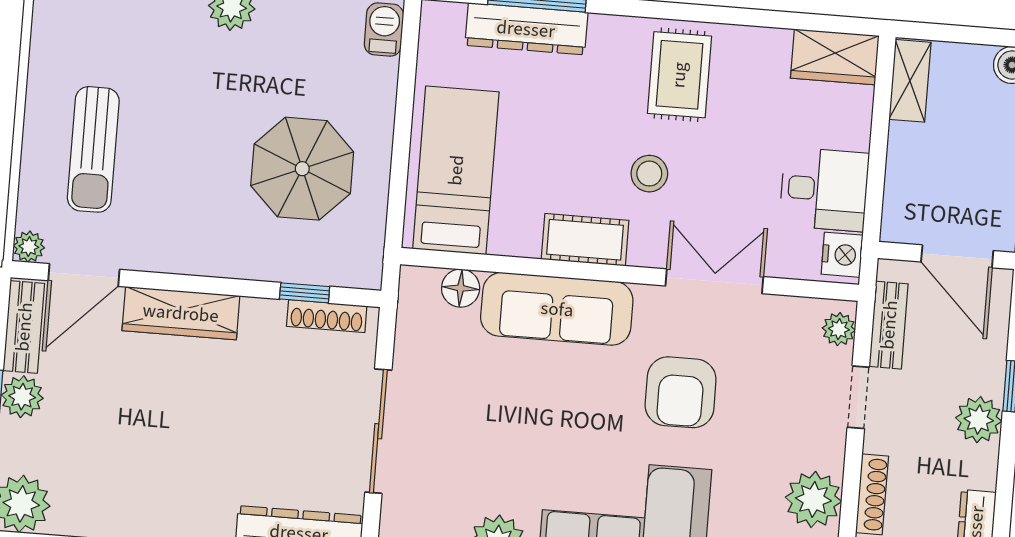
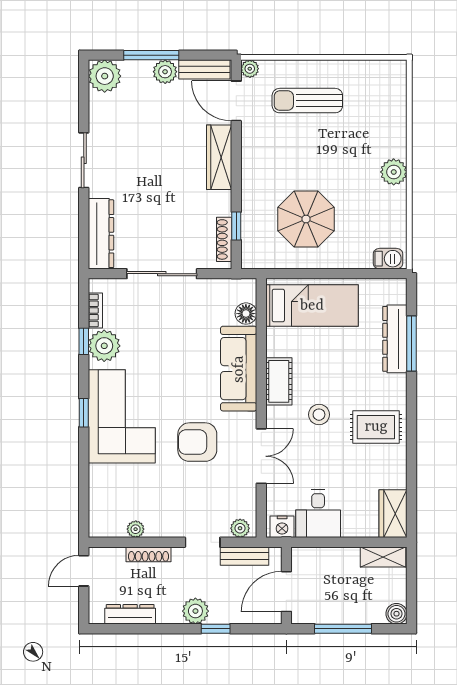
plant: (813, 499) -> (136, 529), width x0.53, depth x0.53

